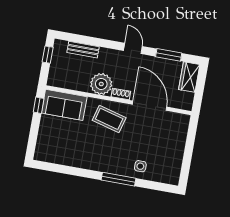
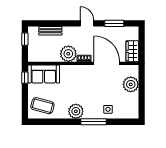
wardrobe: (189, 77) -> (132, 51), moved
coffee table: (109, 119) -> (42, 106), moved
plant: (176, 139) -> (131, 84), added
plant: (98, 161) -> (76, 111), added

